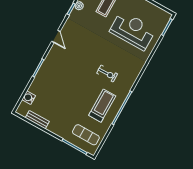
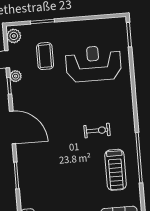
door: (56, 36) -> (13, 127), width x1.87
treadmill: (102, 106) -> (116, 170), turned 180

